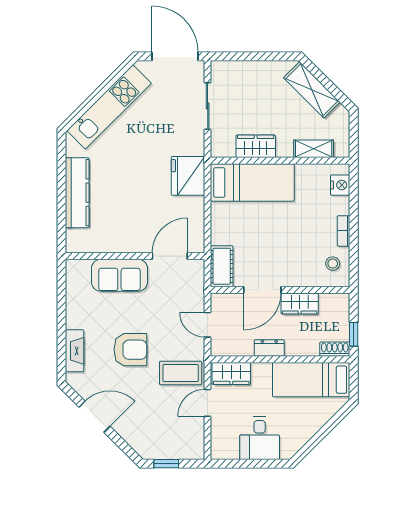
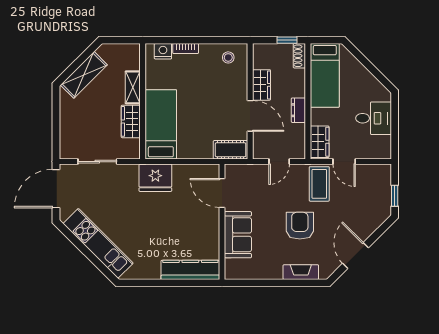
shelving: (314, 149) -> (133, 87), moved
kitchen counter: (77, 193) -> (190, 270), moved
bookcase: (343, 231) -> (186, 49), moved

